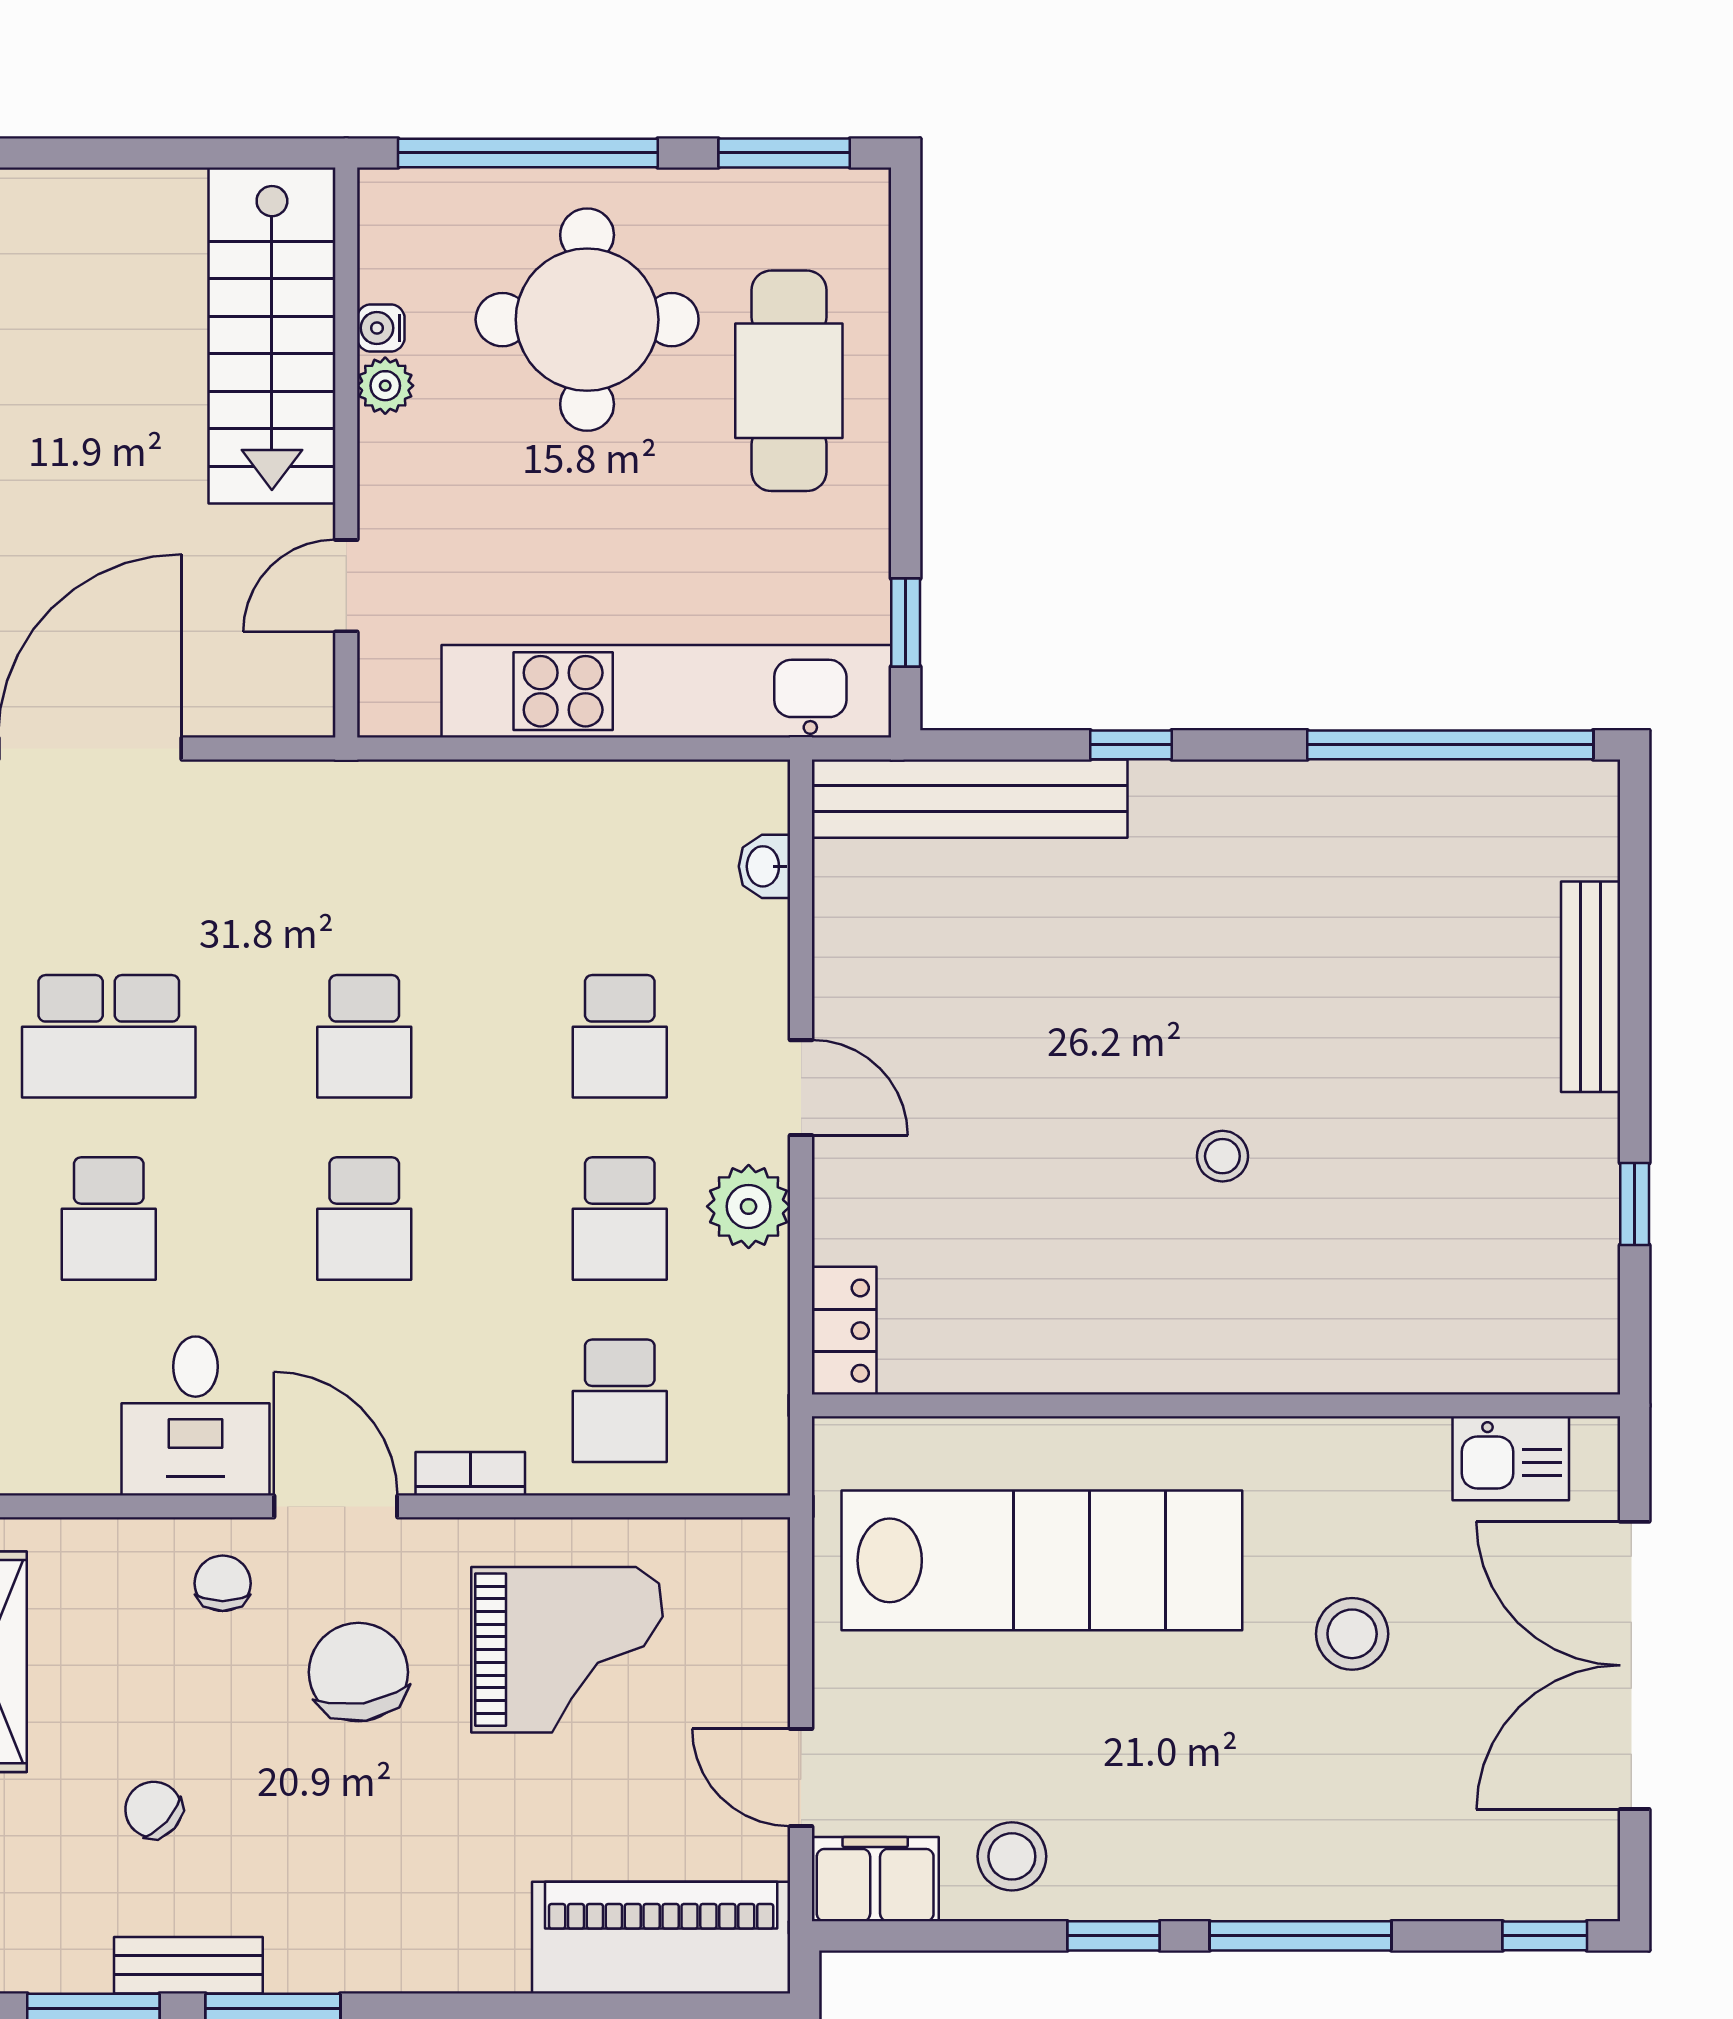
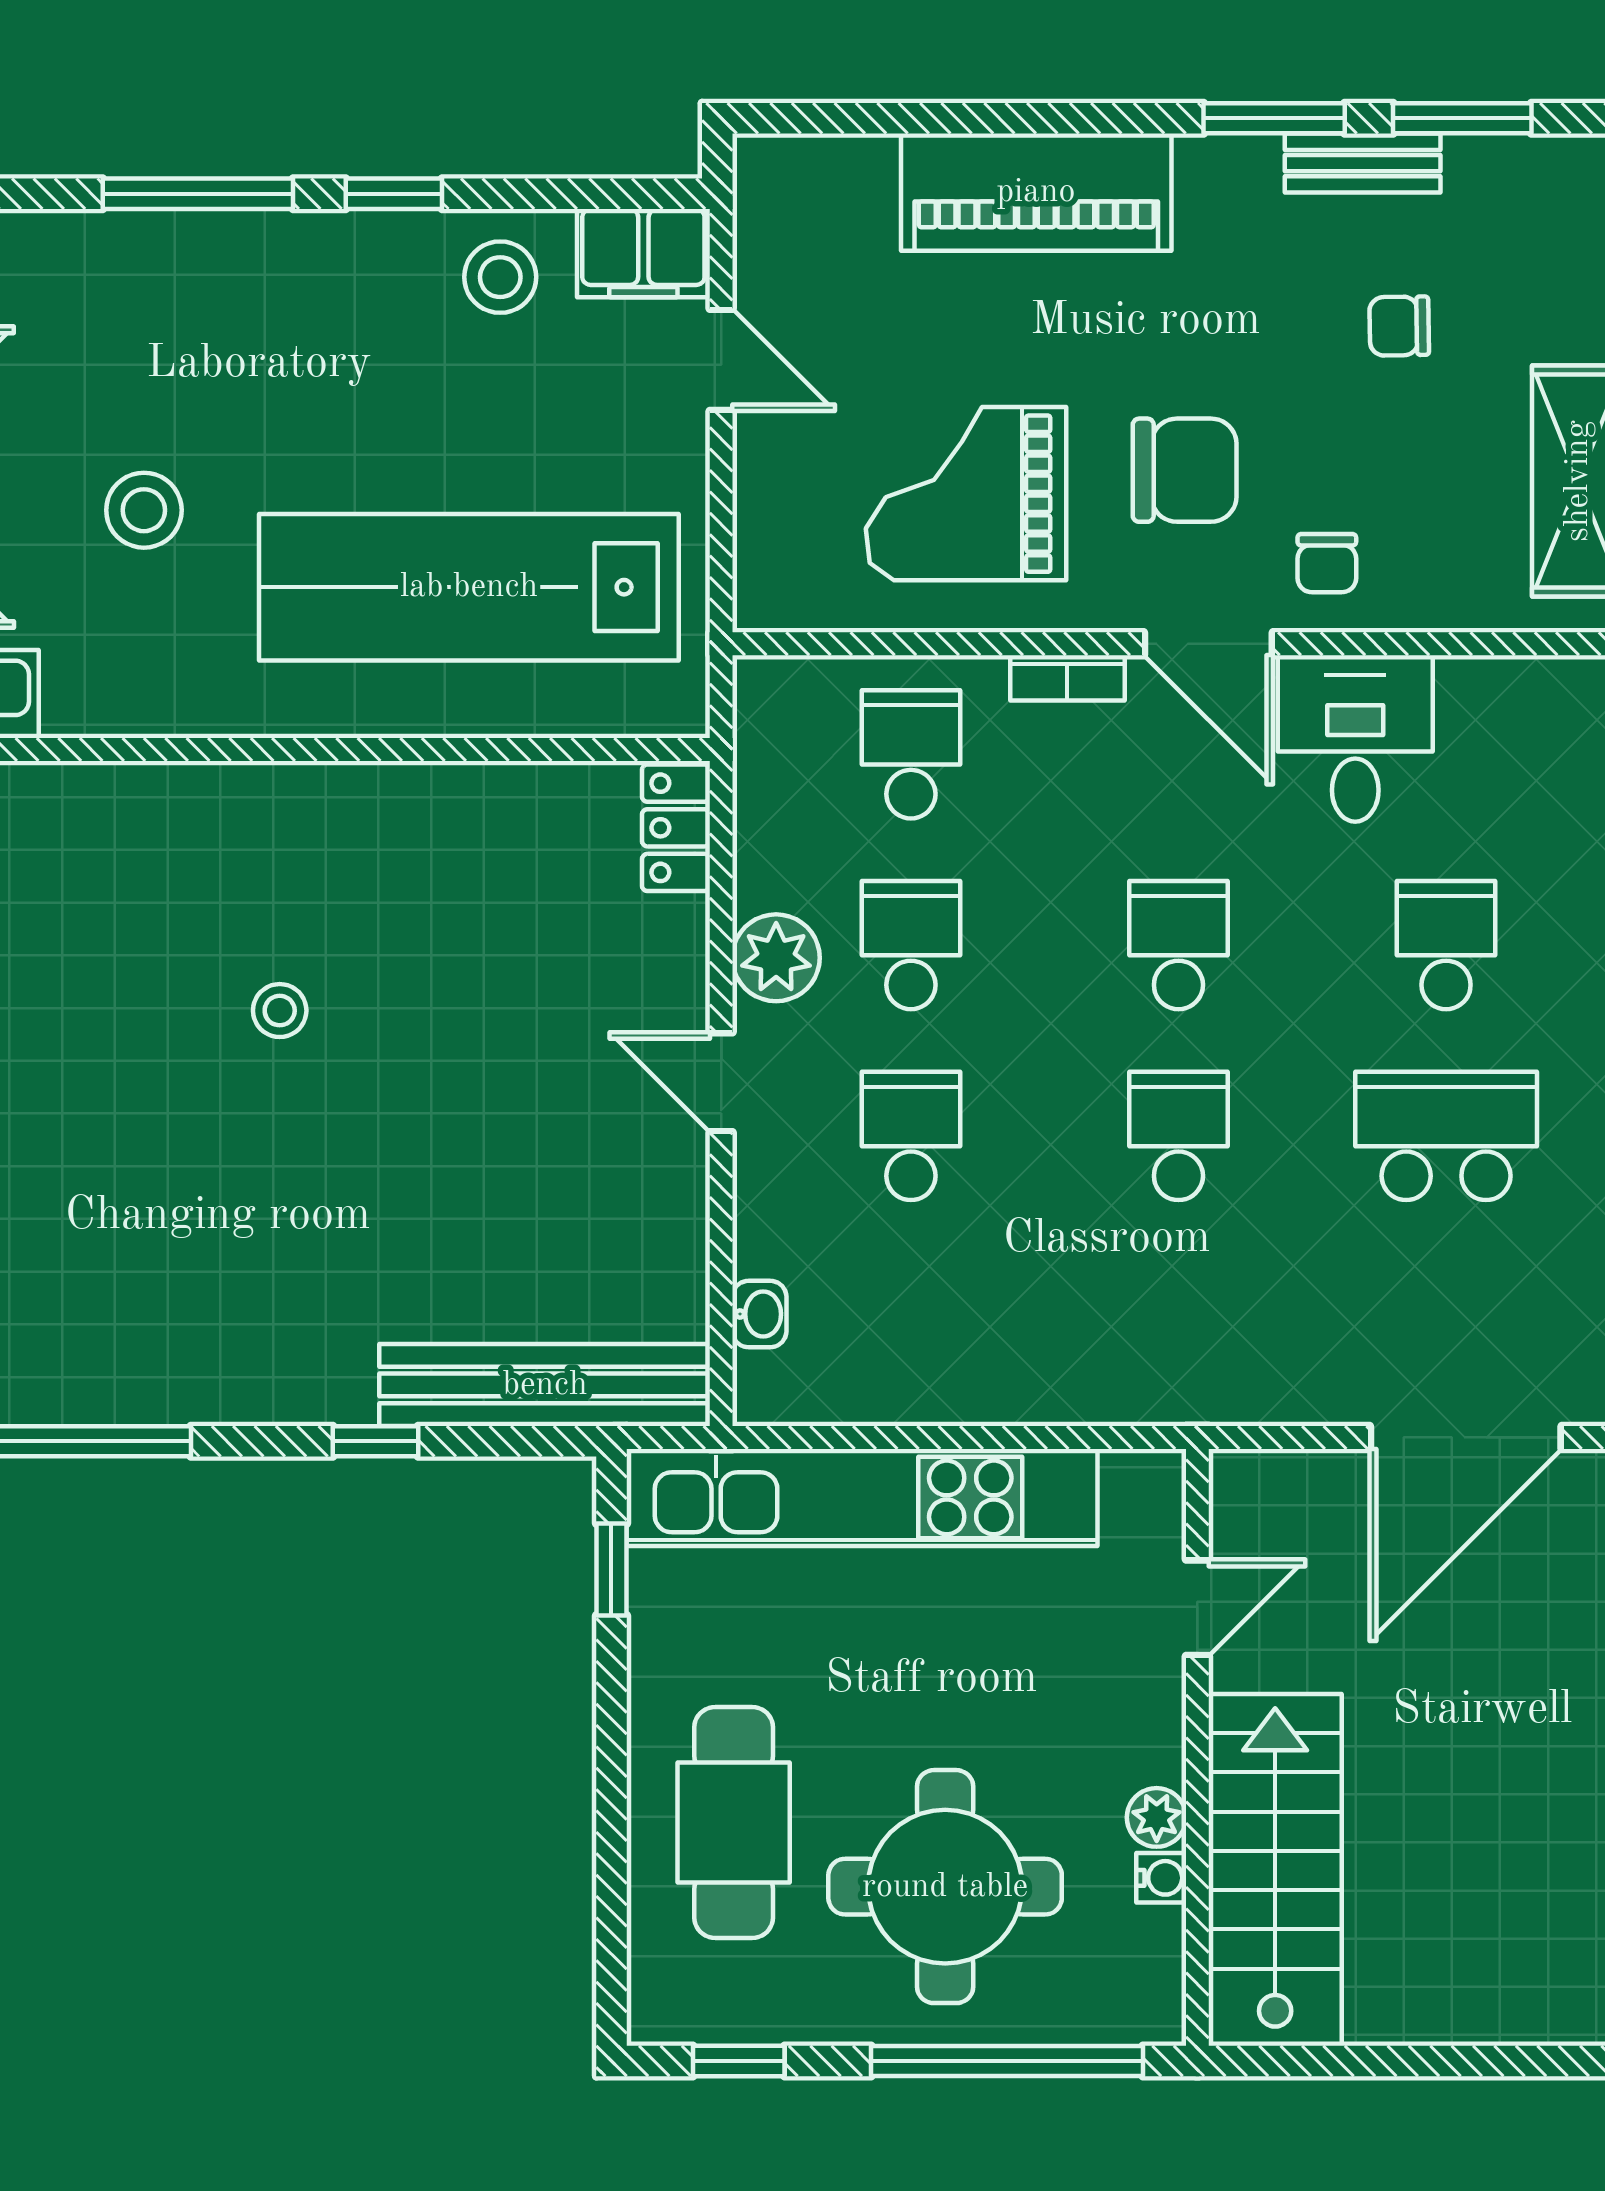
window: (784, 153) -> (739, 2061), width x0.67
chair: (358, 1672) -> (1185, 470), turned -81
chair: (154, 1810) -> (1399, 326), turned 137
piano: (661, 1938) -> (1036, 192), moved

